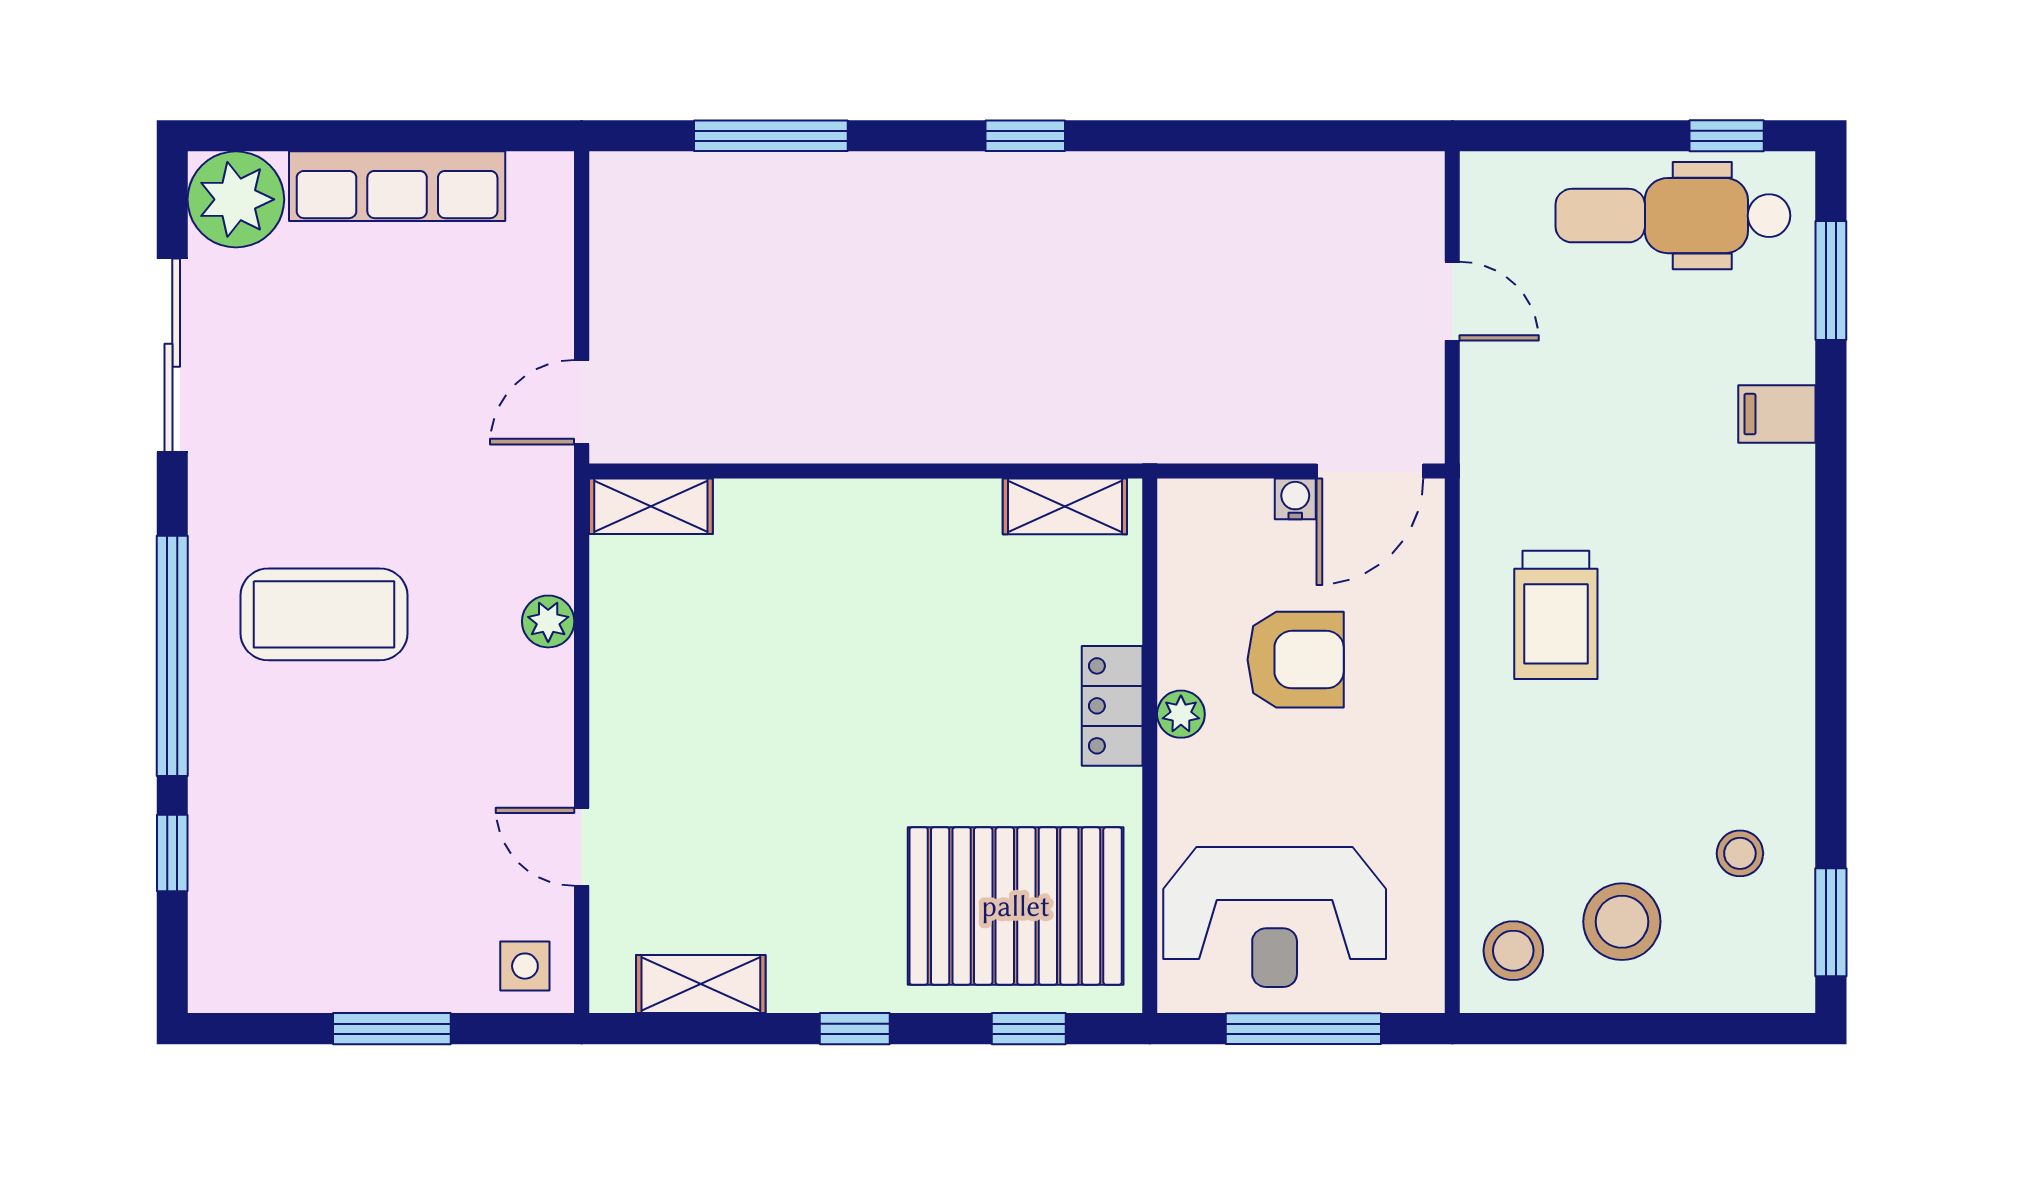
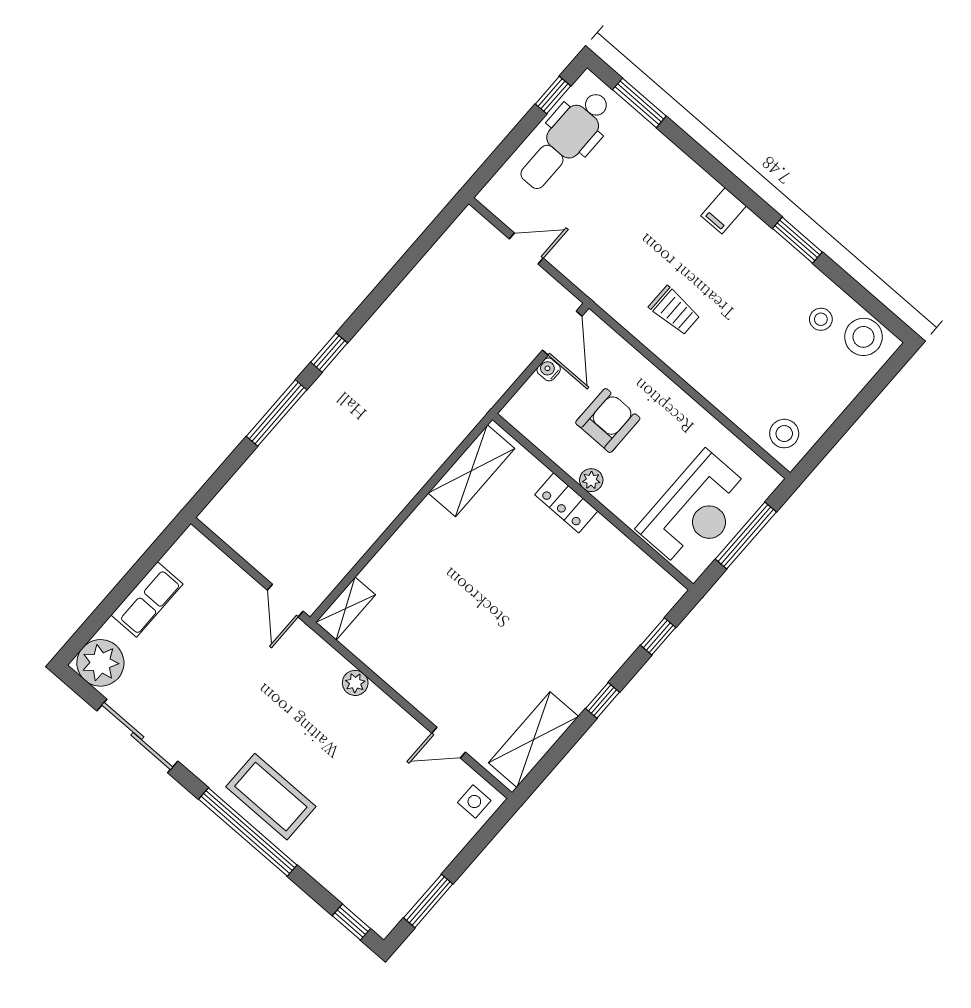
window: (771, 136) -> (276, 413), moved
row of seats: (397, 186) -> (147, 599), width x0.68
filing cabinet: (1777, 414) -> (724, 211), moved
shelving: (1065, 506) -> (471, 471), width x1.50, depth x1.33
coffee table: (324, 614) -> (271, 797), moved, turned 90
trolley: (1556, 615) -> (675, 311), width x0.73, depth x0.72
window: (172, 853) -> (351, 922), moved
pallet: (1016, 906) -> (609, 602), removed
stool: (1622, 922) -> (864, 337), moved
window: (1831, 922) -> (797, 240), moved
shelving: (701, 984) -> (534, 740), width x1.50, depth x1.33
window: (392, 1029) -> (428, 901), moved

